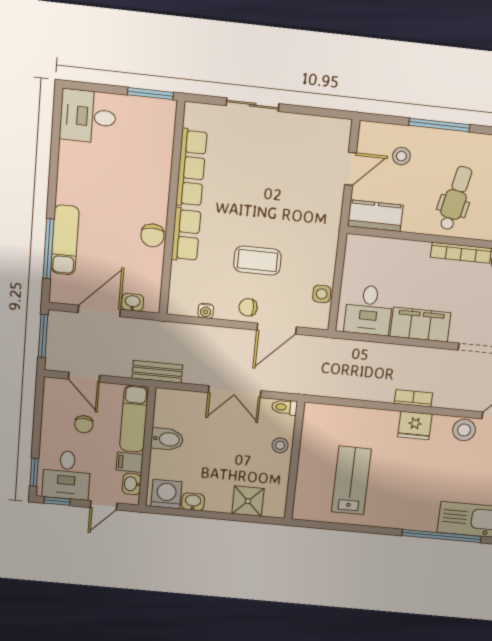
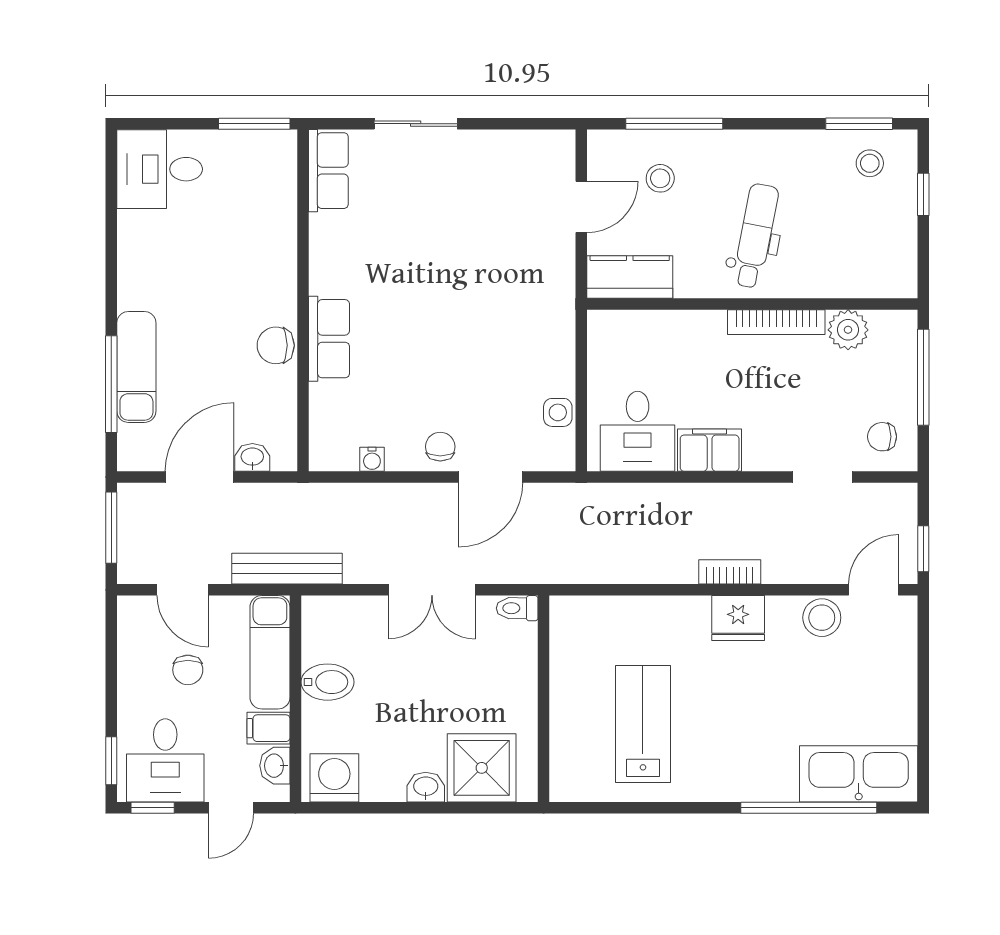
window: (439, 125) -> (674, 124), moved
row of seats: (191, 168) -> (328, 171), moved, width x0.68
chair: (153, 235) -> (276, 345), turned 90
coffee table: (257, 261) -> (448, 369), removed
chair: (248, 307) -> (440, 447), turned 90
filing cabinet: (420, 325) -> (710, 450), width x0.67, depth x0.86
bench: (157, 372) -> (287, 569), width x1.36
stool: (280, 445) -> (517, 674), removed
shower: (248, 501) -> (482, 768), width x1.36, depth x1.36
washbasin: (193, 502) -> (426, 787), moved

